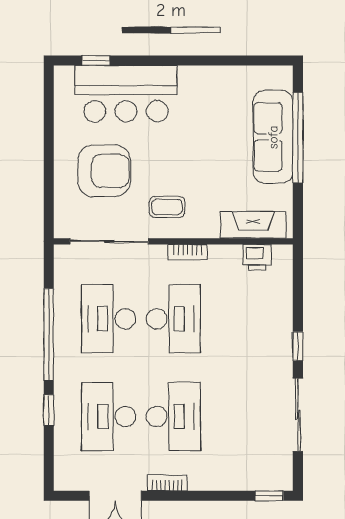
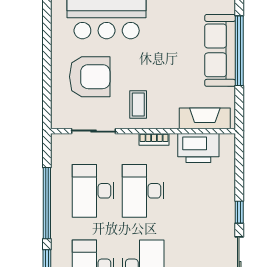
coffee table: (167, 207) -> (138, 105), turned 90
sliding door: (109, 241) -> (94, 131), width x0.73
printer: (257, 257) -> (198, 148), width x1.87, depth x1.48
desk: (173, 319) -> (143, 191), turned 180

